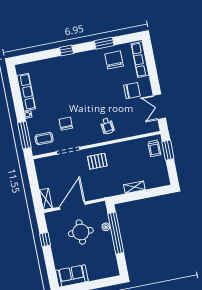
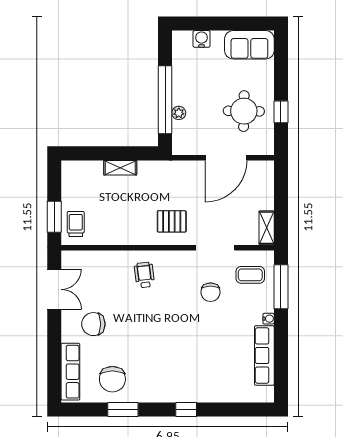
shelving: (46, 199) -> (267, 228), moved
round table: (81, 232) -> (244, 111), moved
water cooler: (101, 274) -> (202, 39), added

